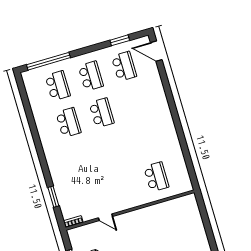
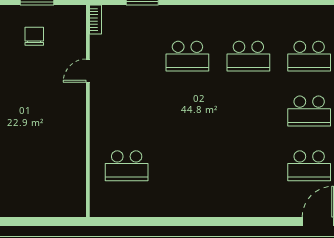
school desk: (102, 113) -> (187, 56), moved

